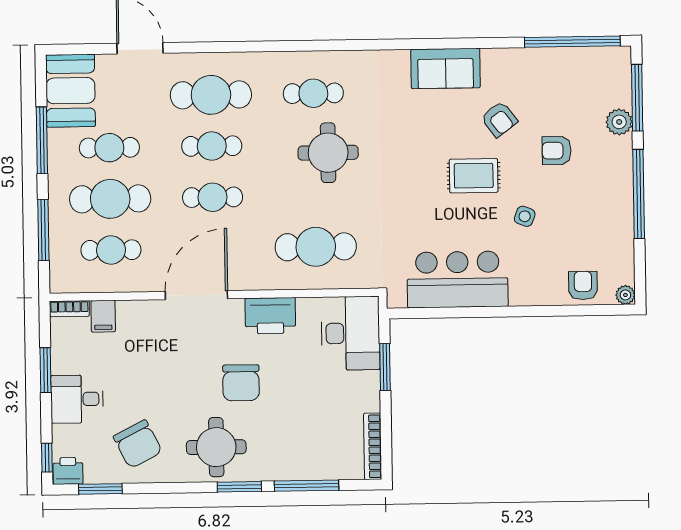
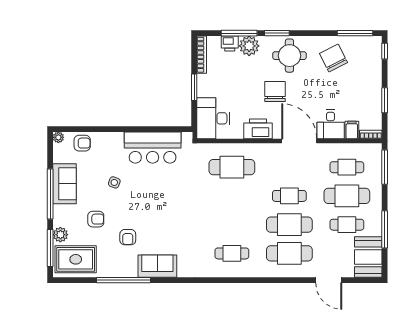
window: (572, 42) -> (123, 280), moved
armchair: (499, 119) -> (128, 237), turned -143
cafe table: (212, 146) -> (289, 225), width x1.37, depth x1.35
round table: (328, 153) -> (224, 220), removed
rug: (474, 176) -> (76, 259), moved, width x1.36, depth x1.43
sofa: (613, 213) -> (65, 184), added
window: (43, 230) -> (385, 167), moved
armchair: (583, 285) -> (82, 143), turned -90
door: (196, 295) -> (299, 141), swing flipped
window: (385, 367) -> (194, 87), moved
desk: (77, 399) -> (331, 124), moved, turned 90
plant: (288, 463) -> (249, 46), added
printer: (68, 471) -> (230, 43), moved
window: (100, 489) -> (355, 33), width x1.44

